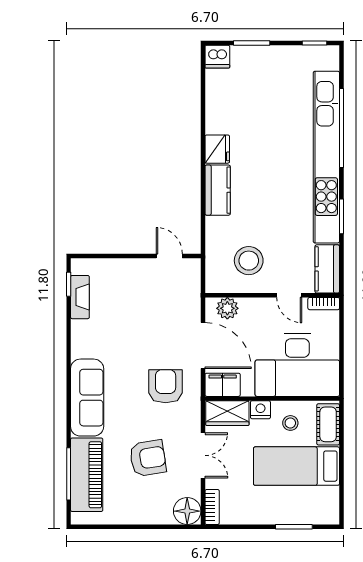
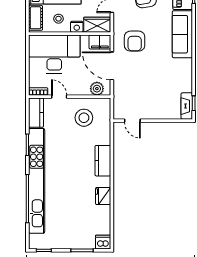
fridge: (217, 149) -> (103, 196), moved
fireplace: (80, 297) -> (187, 106), moved

